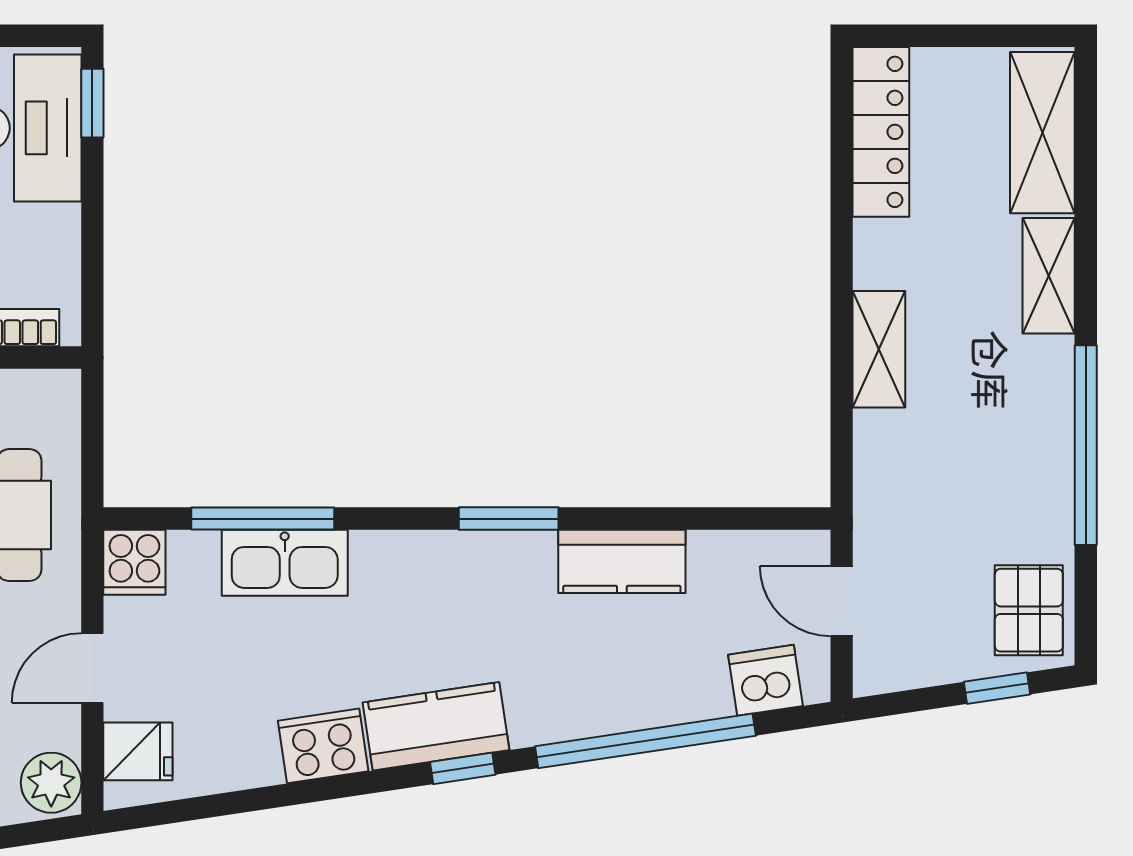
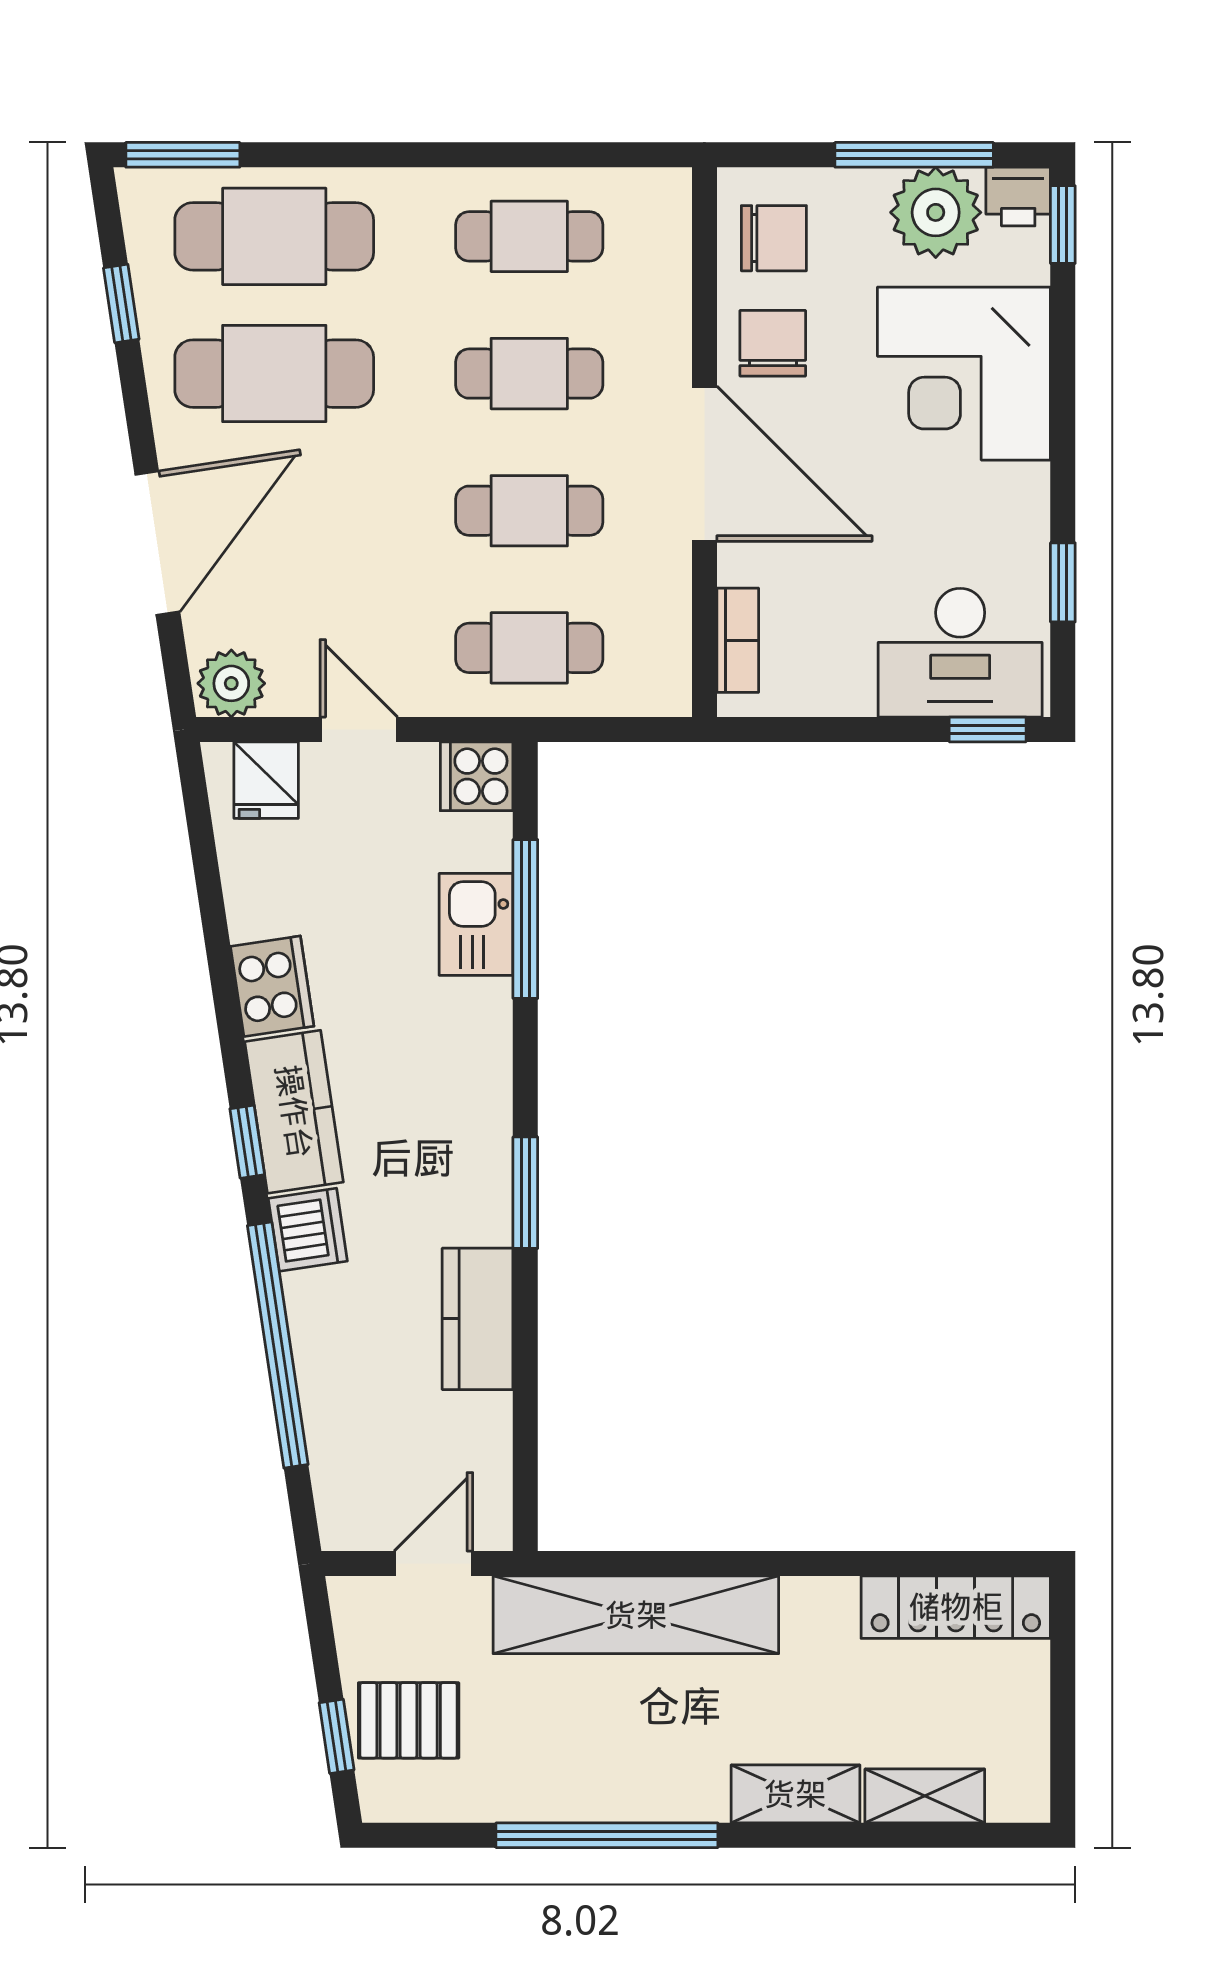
shelving: (1042, 133) -> (925, 1796), width x0.67, depth x0.75
shelving: (879, 349) -> (636, 1615), width x2.20, depth x1.33
kitchen sink: (285, 563) -> (476, 924), width x0.73
pallet: (1029, 610) -> (409, 1720), moved
dishwasher: (766, 680) -> (308, 1230), moved

